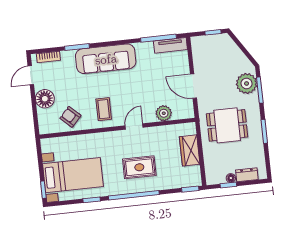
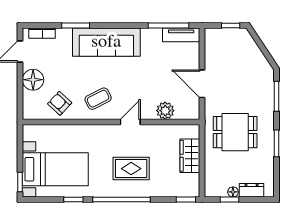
plant: (247, 83) -> (262, 87), removed
coffee table: (104, 109) -> (98, 99), turned 63

